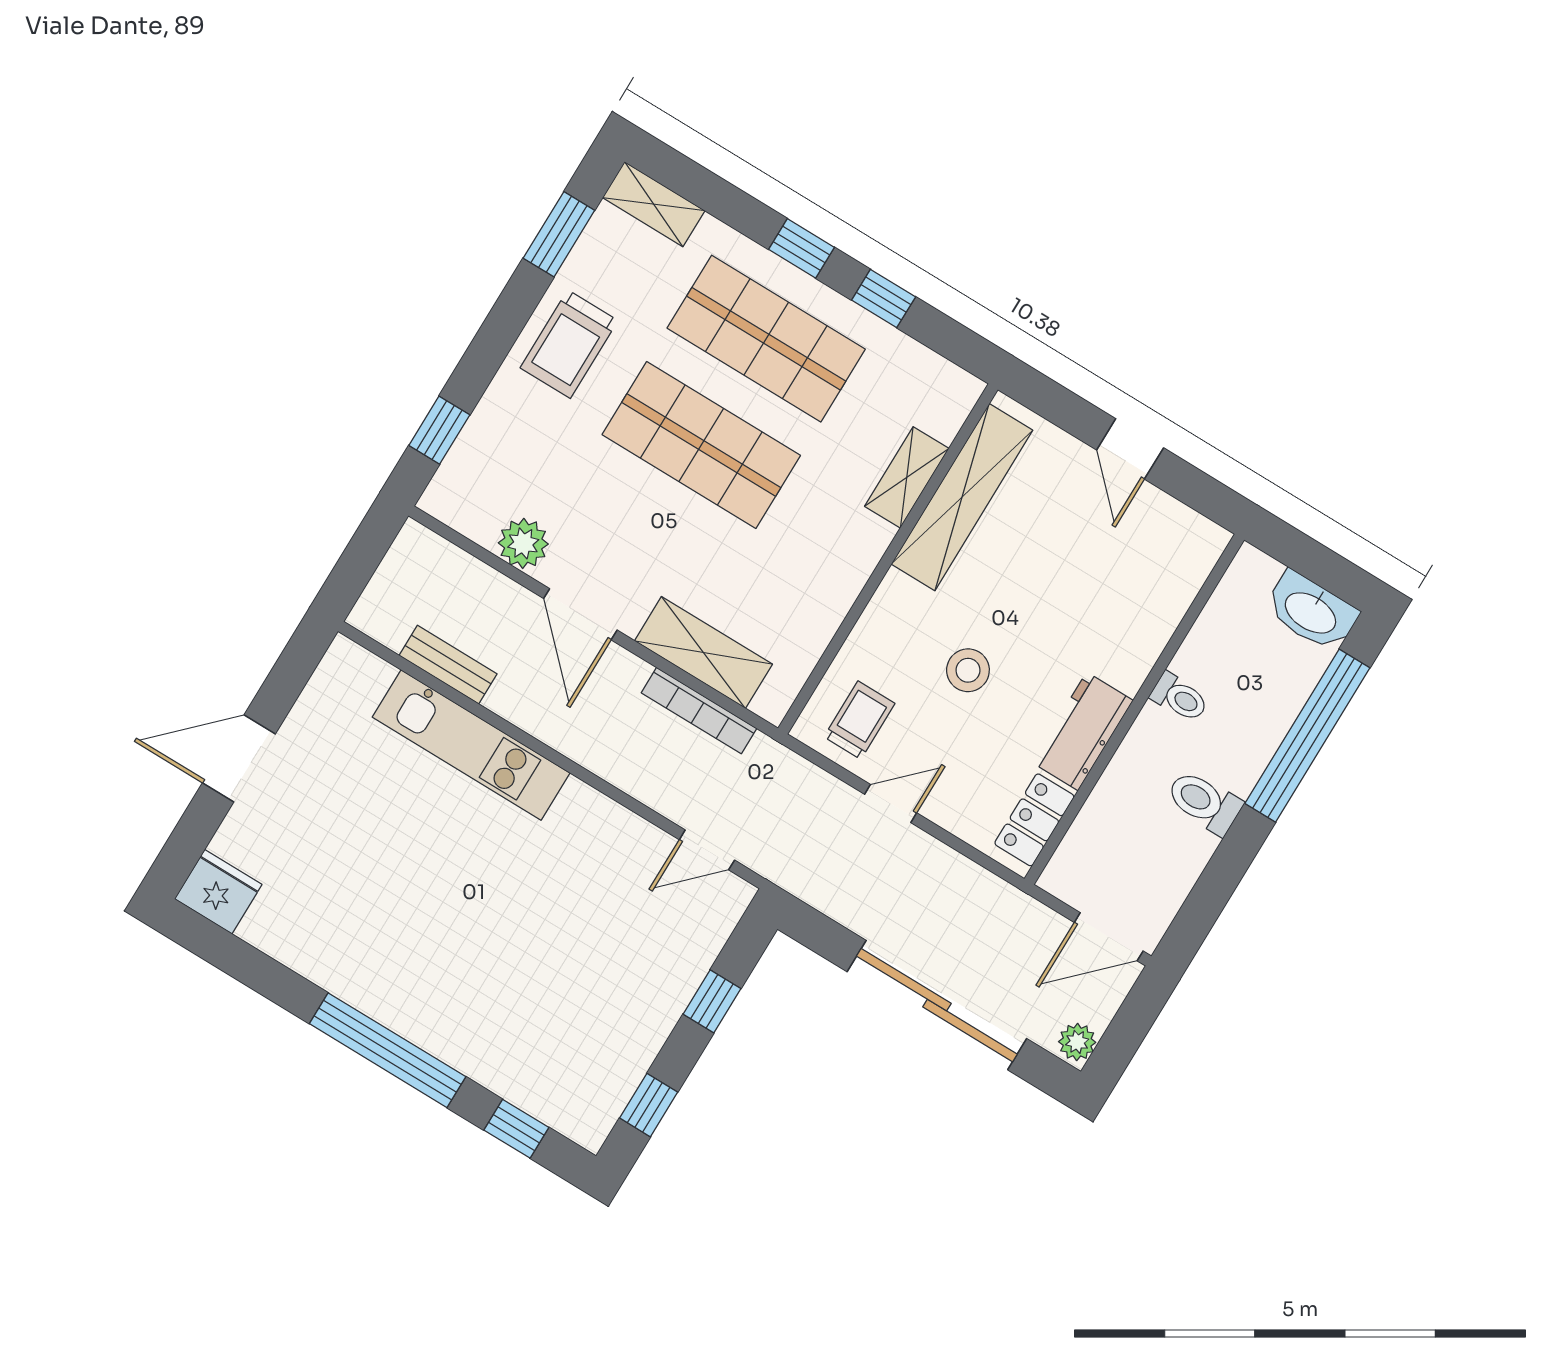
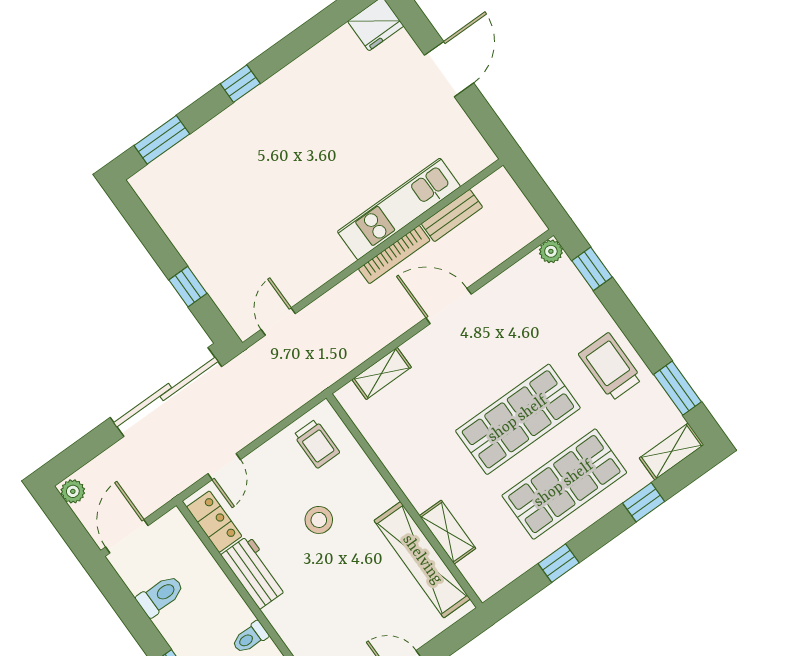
window: (801, 248) -> (644, 502), moved
plant: (523, 543) -> (551, 251), moved, width x0.73, depth x0.73
shelving: (703, 652) -> (382, 373), width x0.67, depth x0.75
bookcase: (699, 711) -> (394, 255), moved, turned 180
toilet: (1204, 802) -> (160, 595), moved
door: (891, 804) -> (224, 467), moved
sliding door: (937, 1005) -> (166, 392), moved
window: (388, 1050) -> (240, 84), width x0.32
window: (649, 1105) -> (143, 223), removed
window: (516, 1129) -> (162, 140), width x1.50

